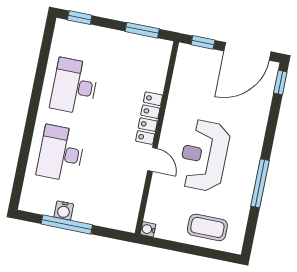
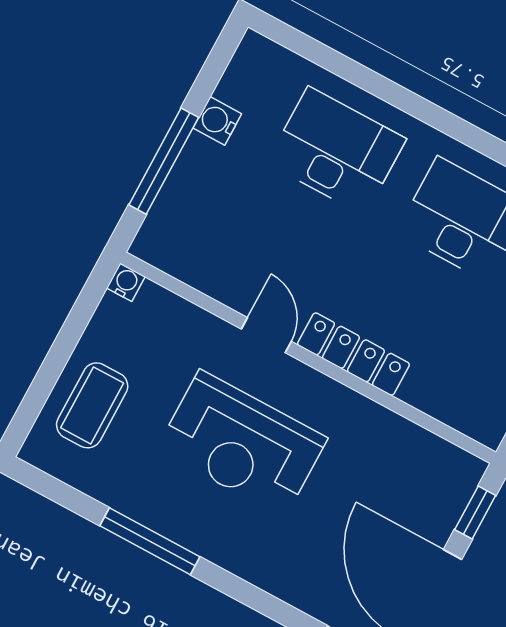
reception desk: (204, 156) -> (242, 444), turned 180
door: (152, 159) -> (266, 335), swing flipped
window: (67, 224) -> (164, 161), moved

